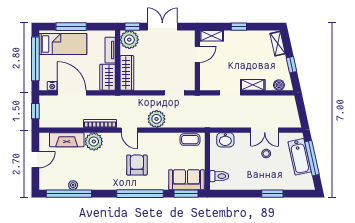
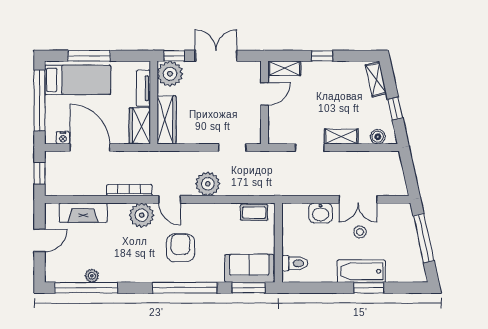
washbasin: (225, 140) -> (321, 213), moved
plant: (94, 141) -> (142, 215), moved
bathtub: (300, 157) -> (361, 271), moved, turned 102

